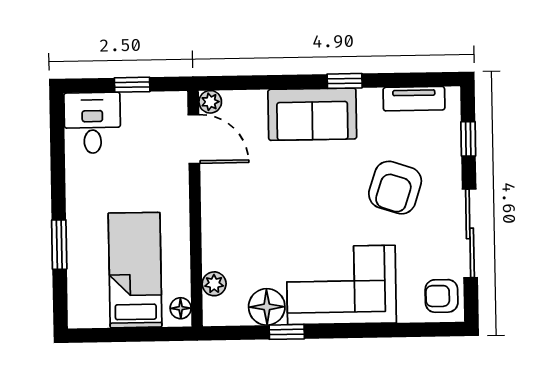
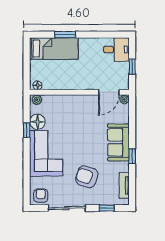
bed: (135, 270) -> (54, 49), moved
plant: (214, 284) -> (37, 100), moved

